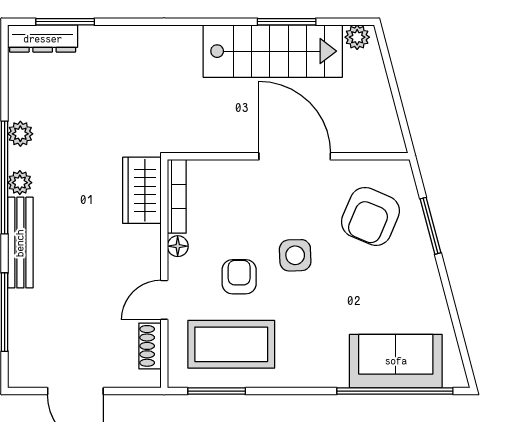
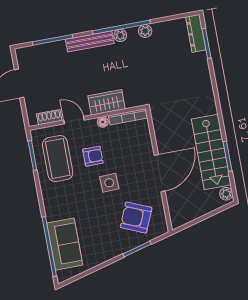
wardrobe: (142, 190) -> (106, 102), moved

